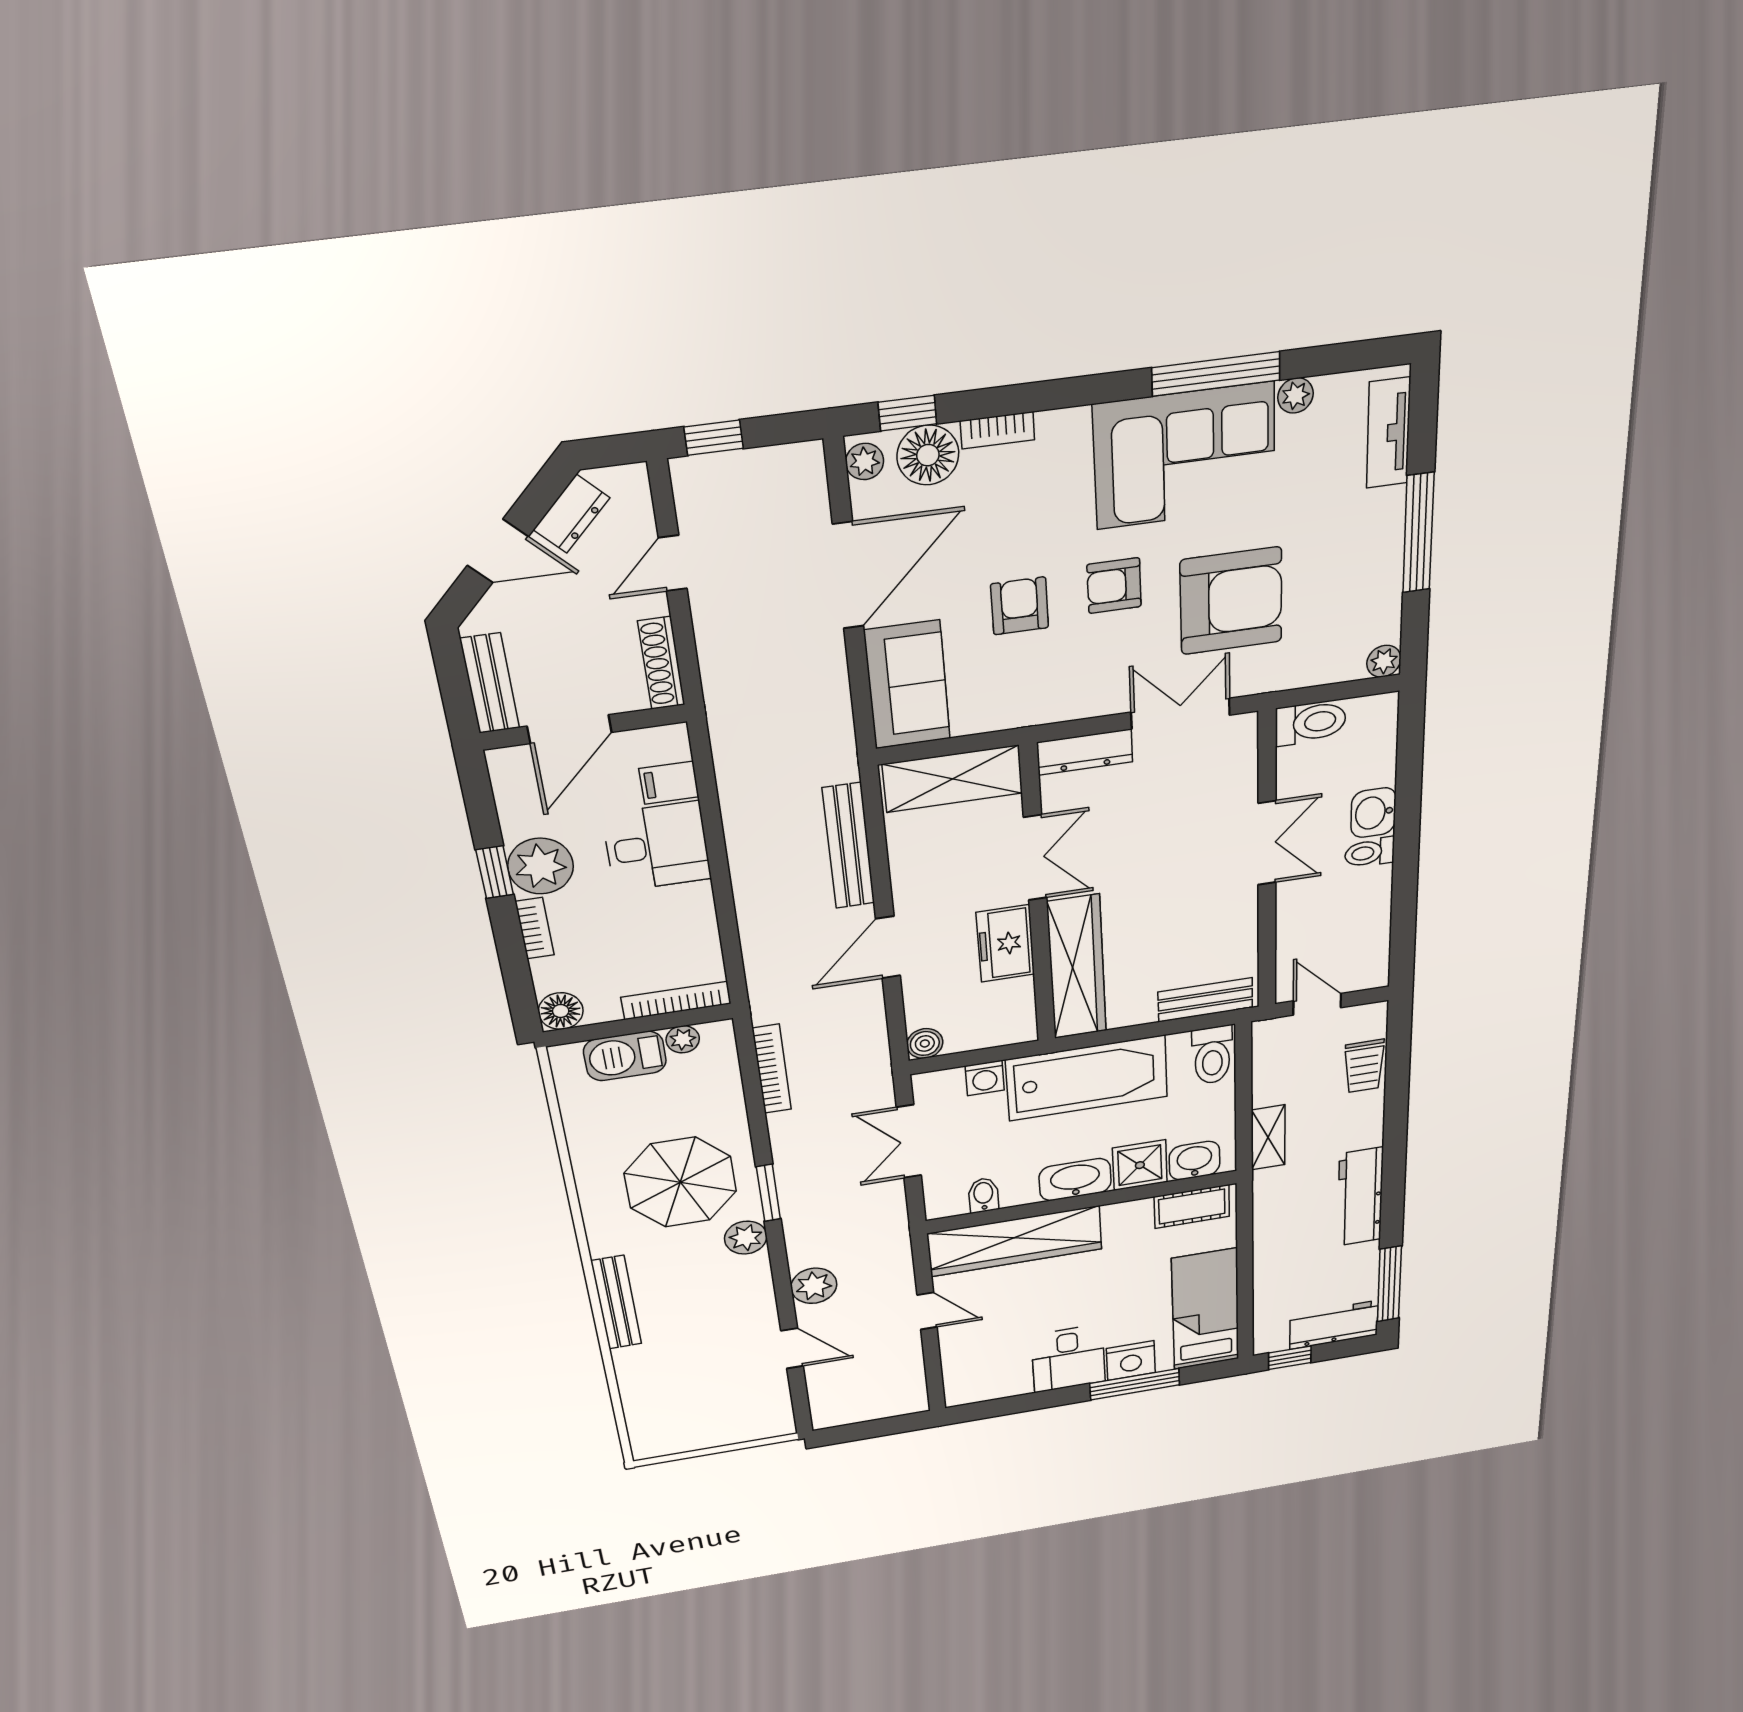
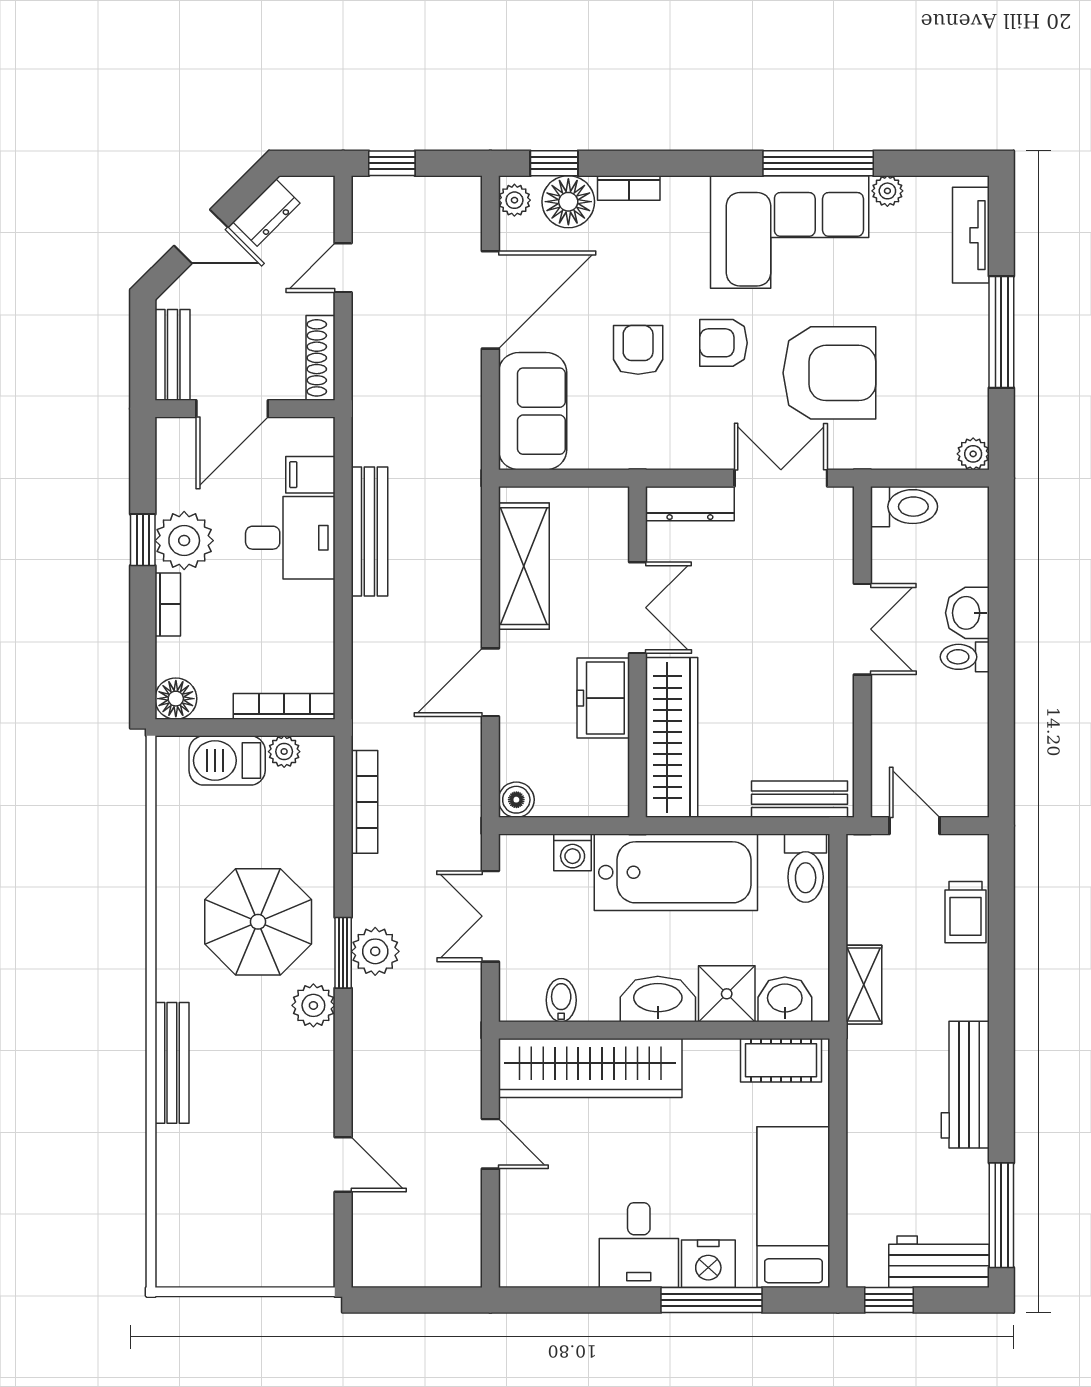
shelving: (953, 779) -> (524, 566), moved, turned 90
bench: (849, 846) -> (369, 531), moved
plant: (814, 1286) -> (375, 951), moved

